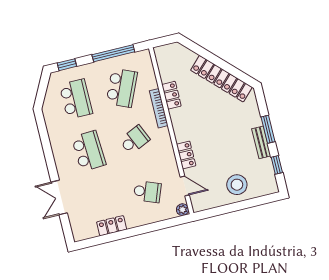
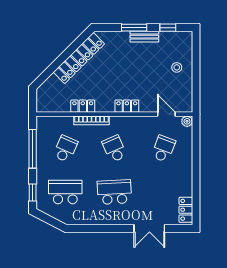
school desk: (122, 88) -> (65, 149), width x0.54
locker: (186, 155) -> (127, 106), moved
stool: (237, 185) -> (177, 67), width x0.53, depth x0.53
door: (185, 186) -> (166, 114), hinge flipped
locker: (112, 226) -> (186, 210), moved

